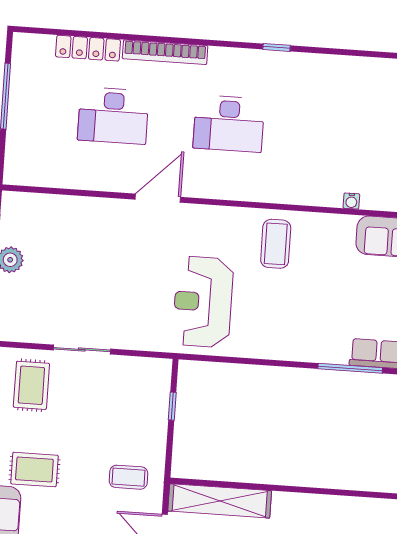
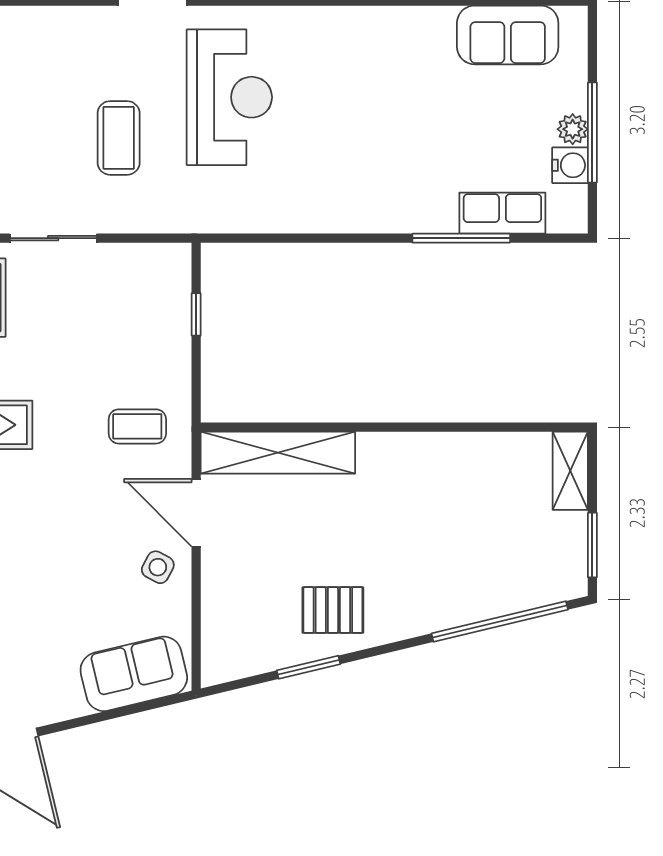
coffee table: (276, 244) -> (119, 138), moved
reception desk: (203, 302) -> (229, 97), moved, turned 180

